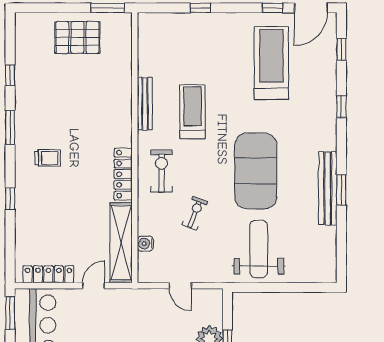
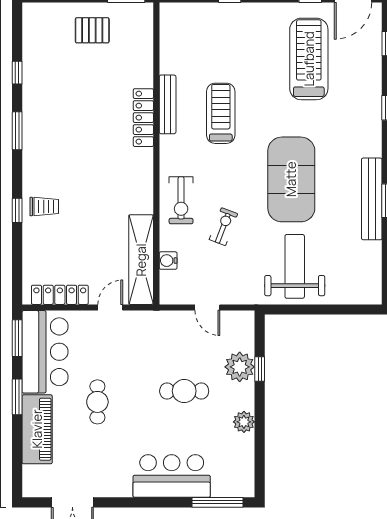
pallet: (77, 37) -> (92, 30), width x0.67, depth x0.71
trolley: (48, 158) -> (44, 207), moved
exercise bike: (161, 171) -> (181, 200), moved, turned 180
locker: (123, 174) -> (143, 118), moved

